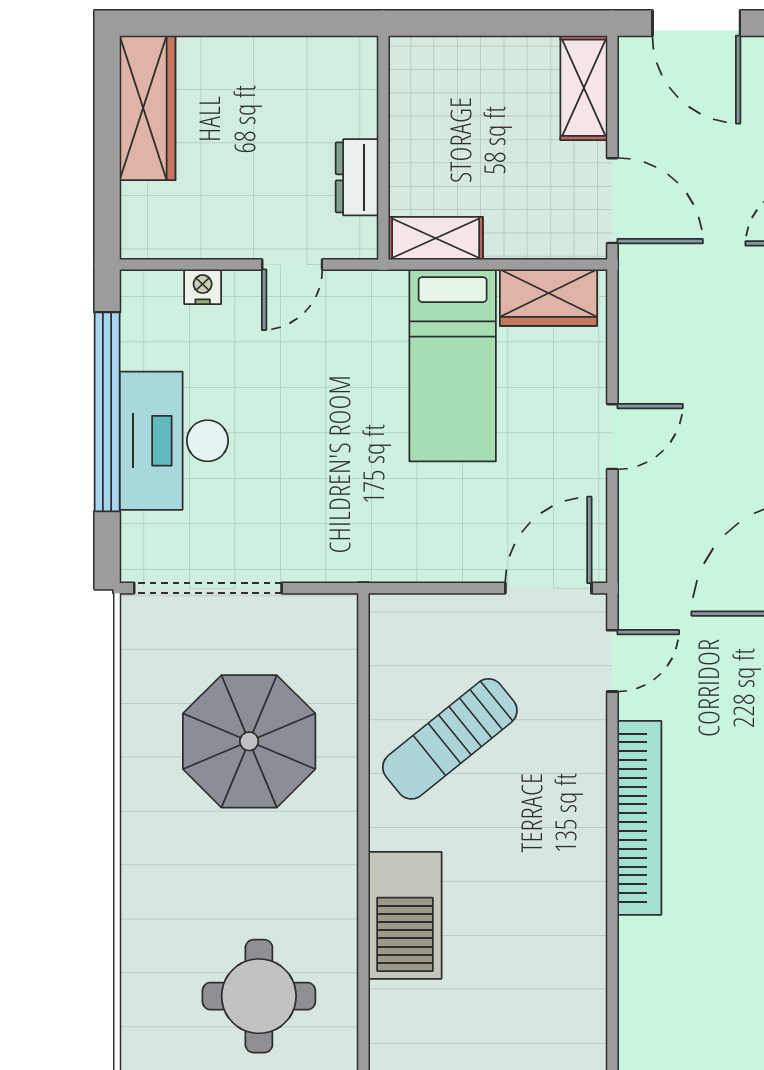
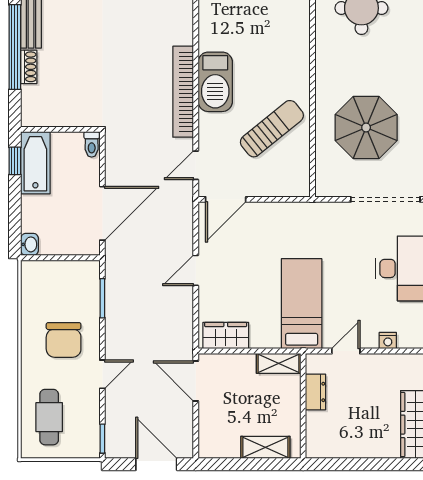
shelving: (584, 88) -> (265, 447), moved, turned 90
bed: (453, 365) -> (302, 304), moved
barbecue: (405, 915) -> (215, 82), moved, turned 180

